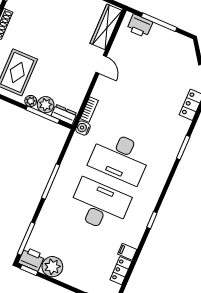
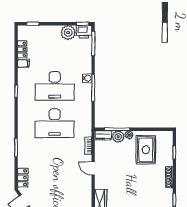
door: (101, 64) -> (93, 169), moved
water cooler: (83, 128) -> (87, 78), moved
desk: (120, 157) -> (55, 123), turned 180

